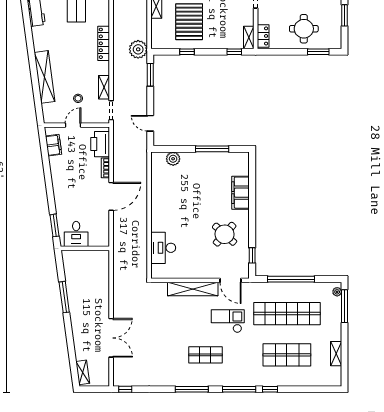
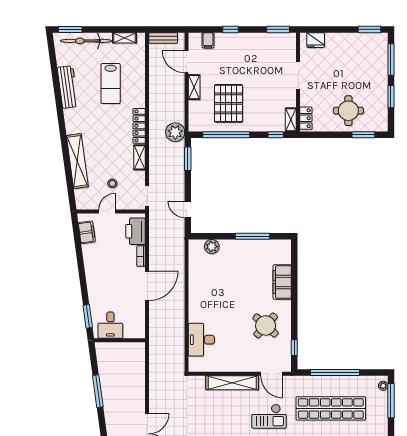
window: (187, 52) -> (226, 135), width x3.17
shelving: (104, 87) -> (139, 157), moved
checkout: (228, 321) -> (269, 416), turned 180

